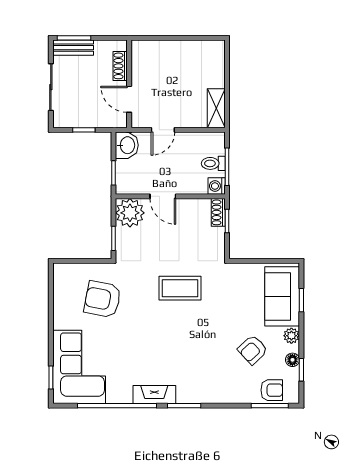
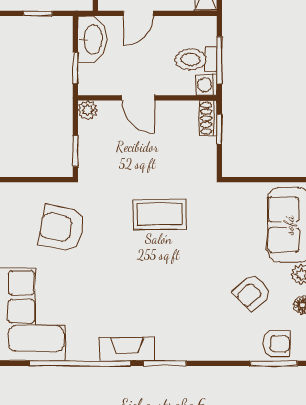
washbasin: (127, 145) -> (92, 39), width x1.38
toilet: (213, 163) -> (196, 59), width x1.37, depth x1.39
plant: (130, 213) -> (88, 110), width x0.53, depth x0.53

